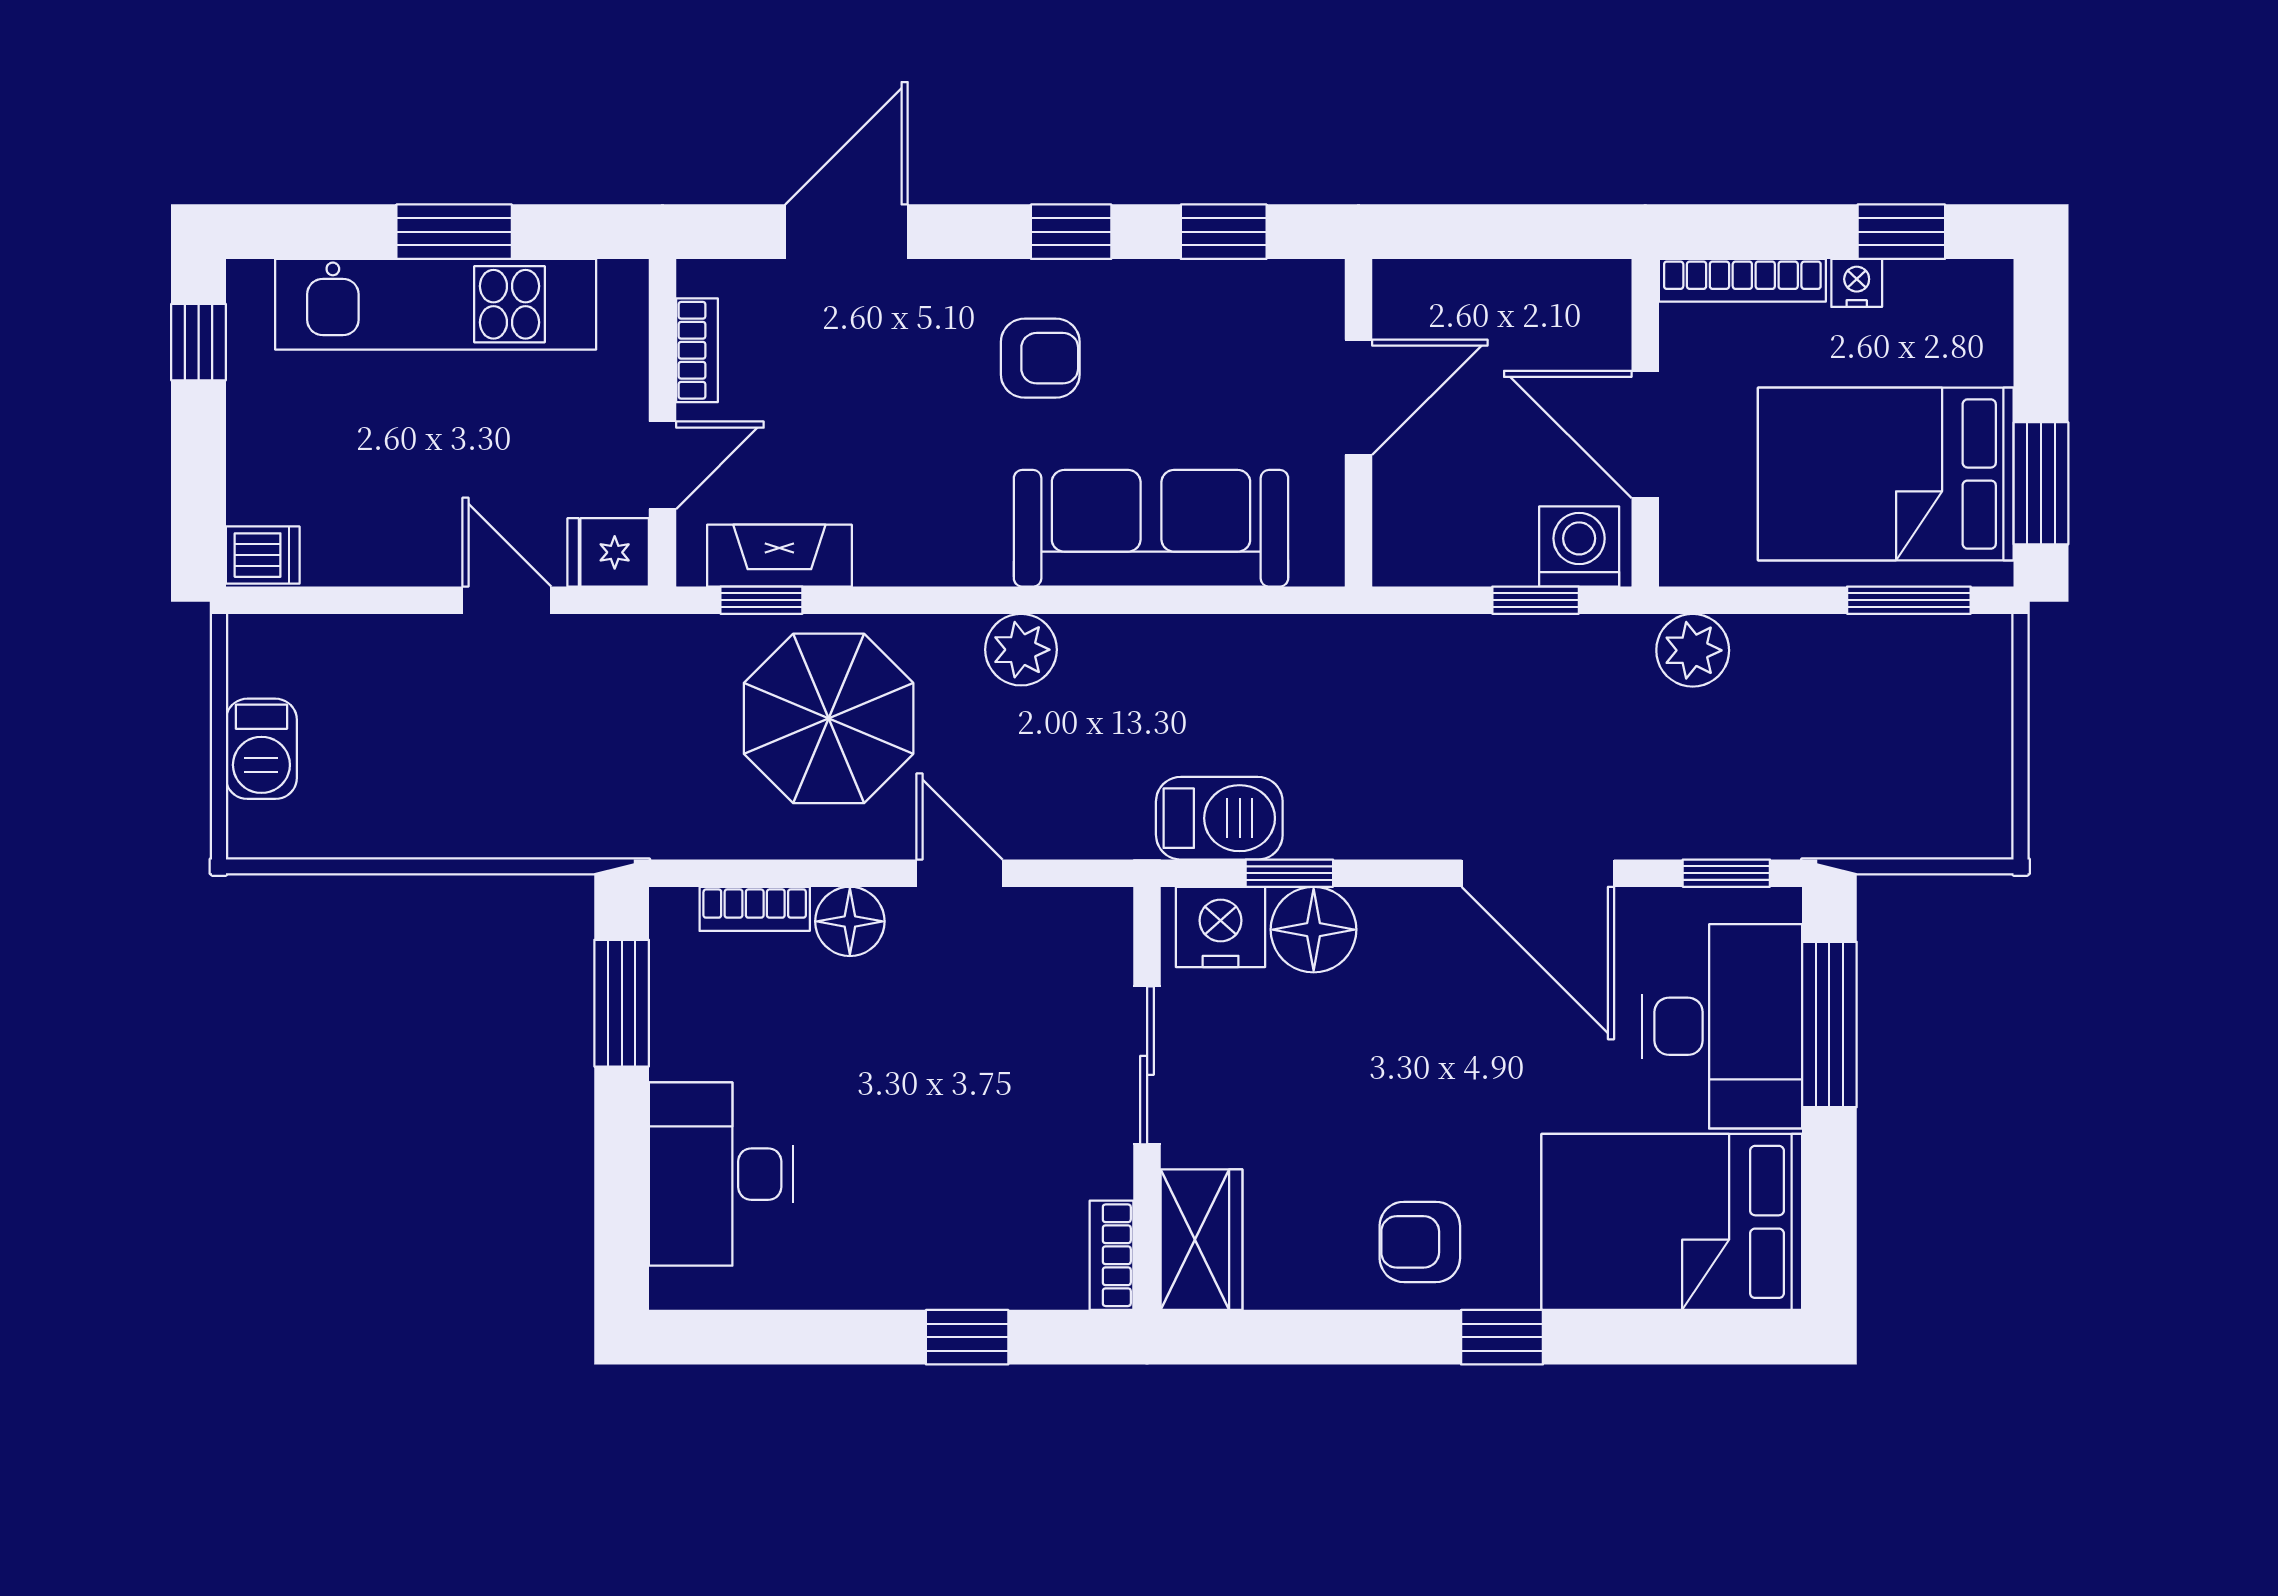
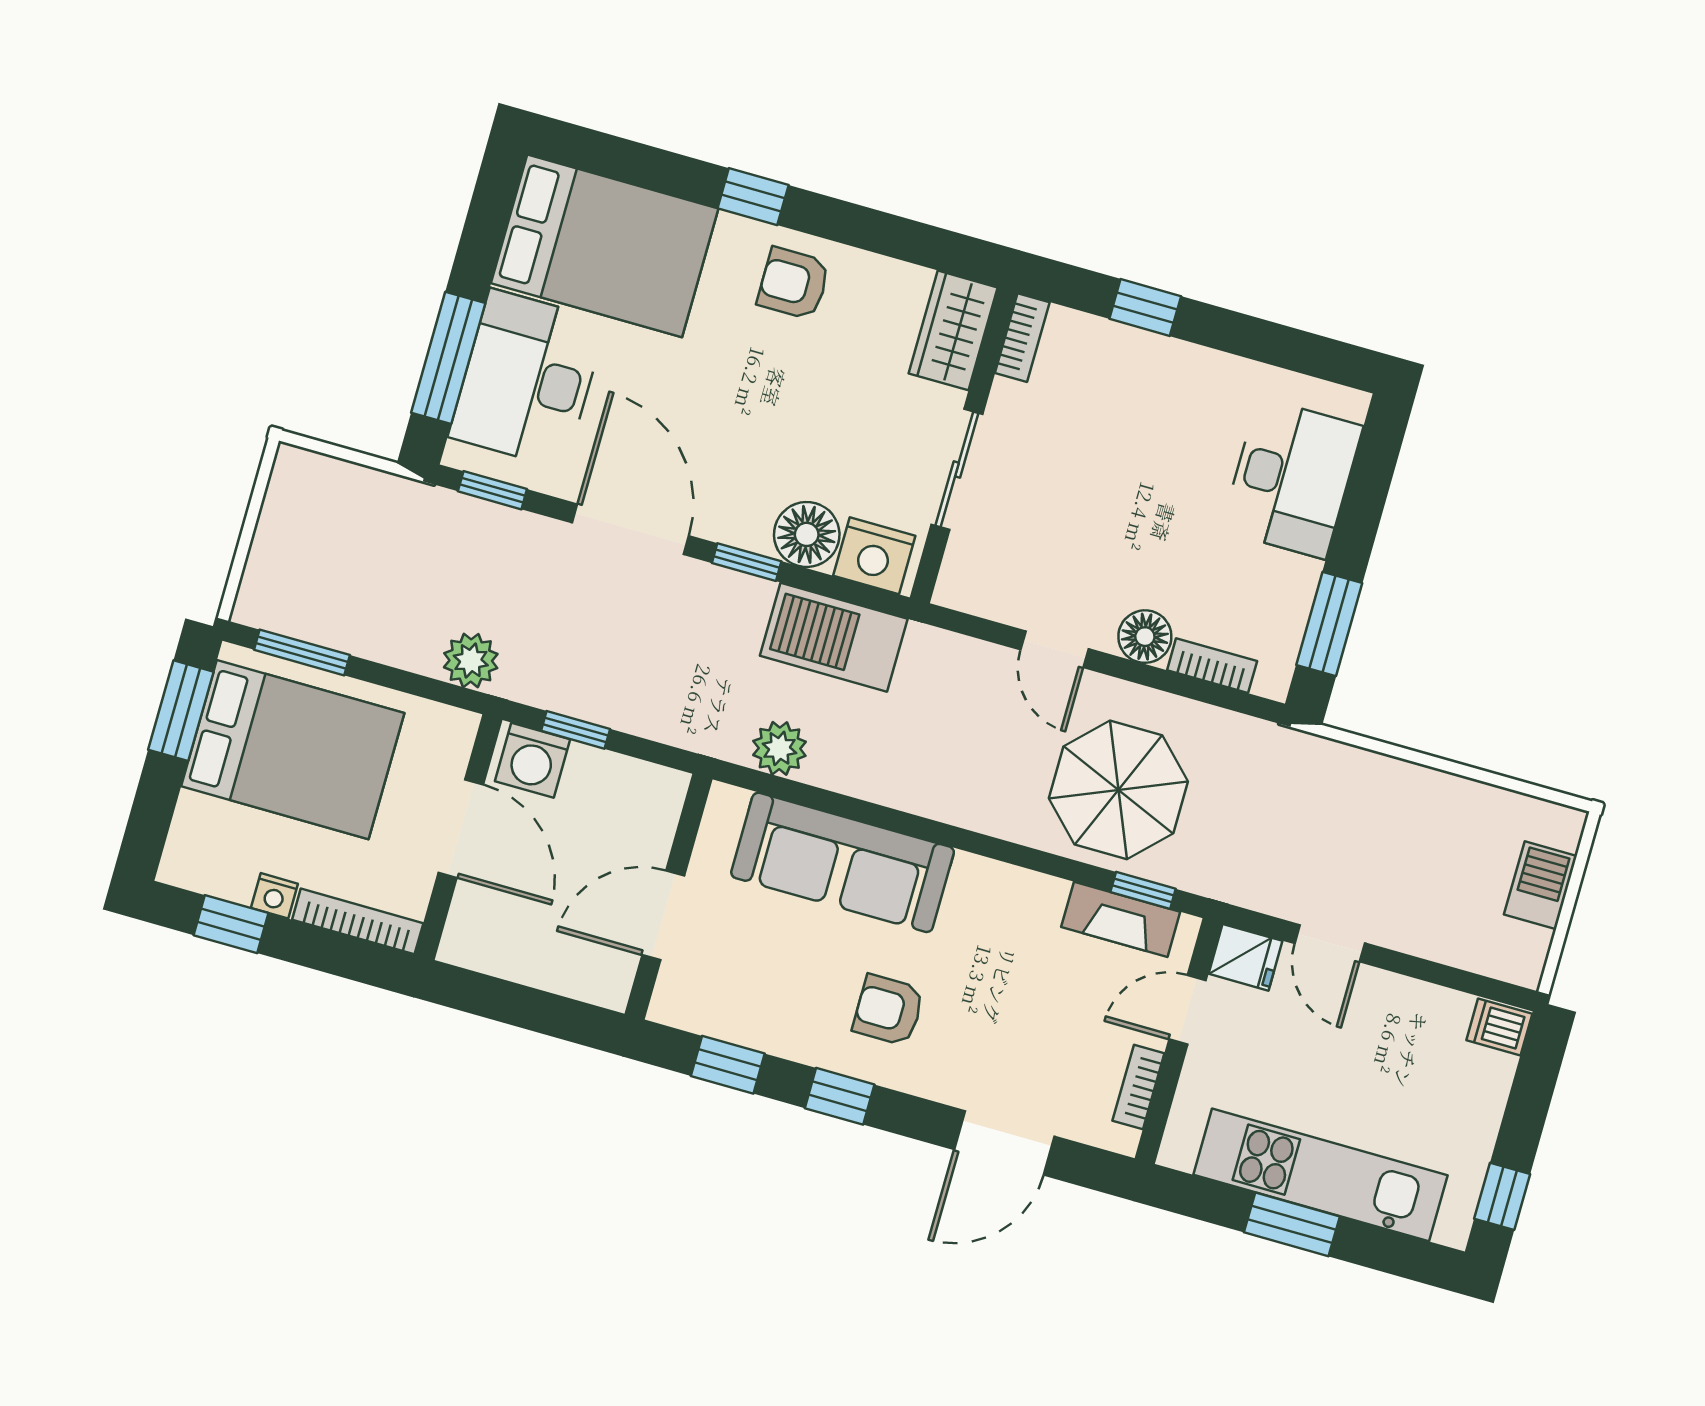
plant: (1021, 650) -> (779, 748), moved
barbecue: (1219, 818) -> (834, 637), width x1.37, depth x1.21
window: (1289, 873) -> (747, 562), moved
armchair: (1420, 1242) -> (794, 283), turned 180

